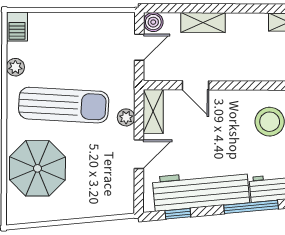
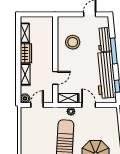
wardrobe: (247, 24) -> (26, 53), added
door: (139, 47) -> (37, 105), hinge flipped

